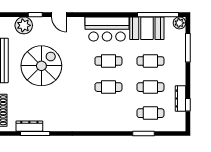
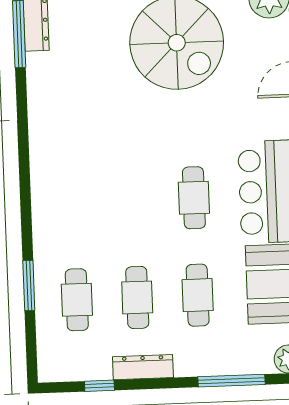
cafe table: (108, 87) -> (133, 200), removed
dresser: (181, 99) -> (143, 367), moved

